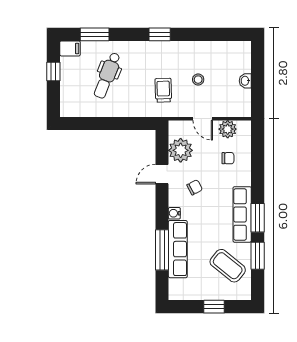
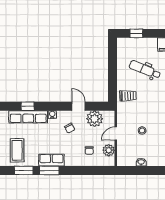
window: (53, 71) -> (136, 33), moved
trolley: (163, 90) -> (128, 96), moved
row of seats: (242, 214) -> (51, 160), width x0.68
window: (162, 250) -> (28, 106), width x0.46
coffee table: (228, 266) -> (17, 150), turned -39

